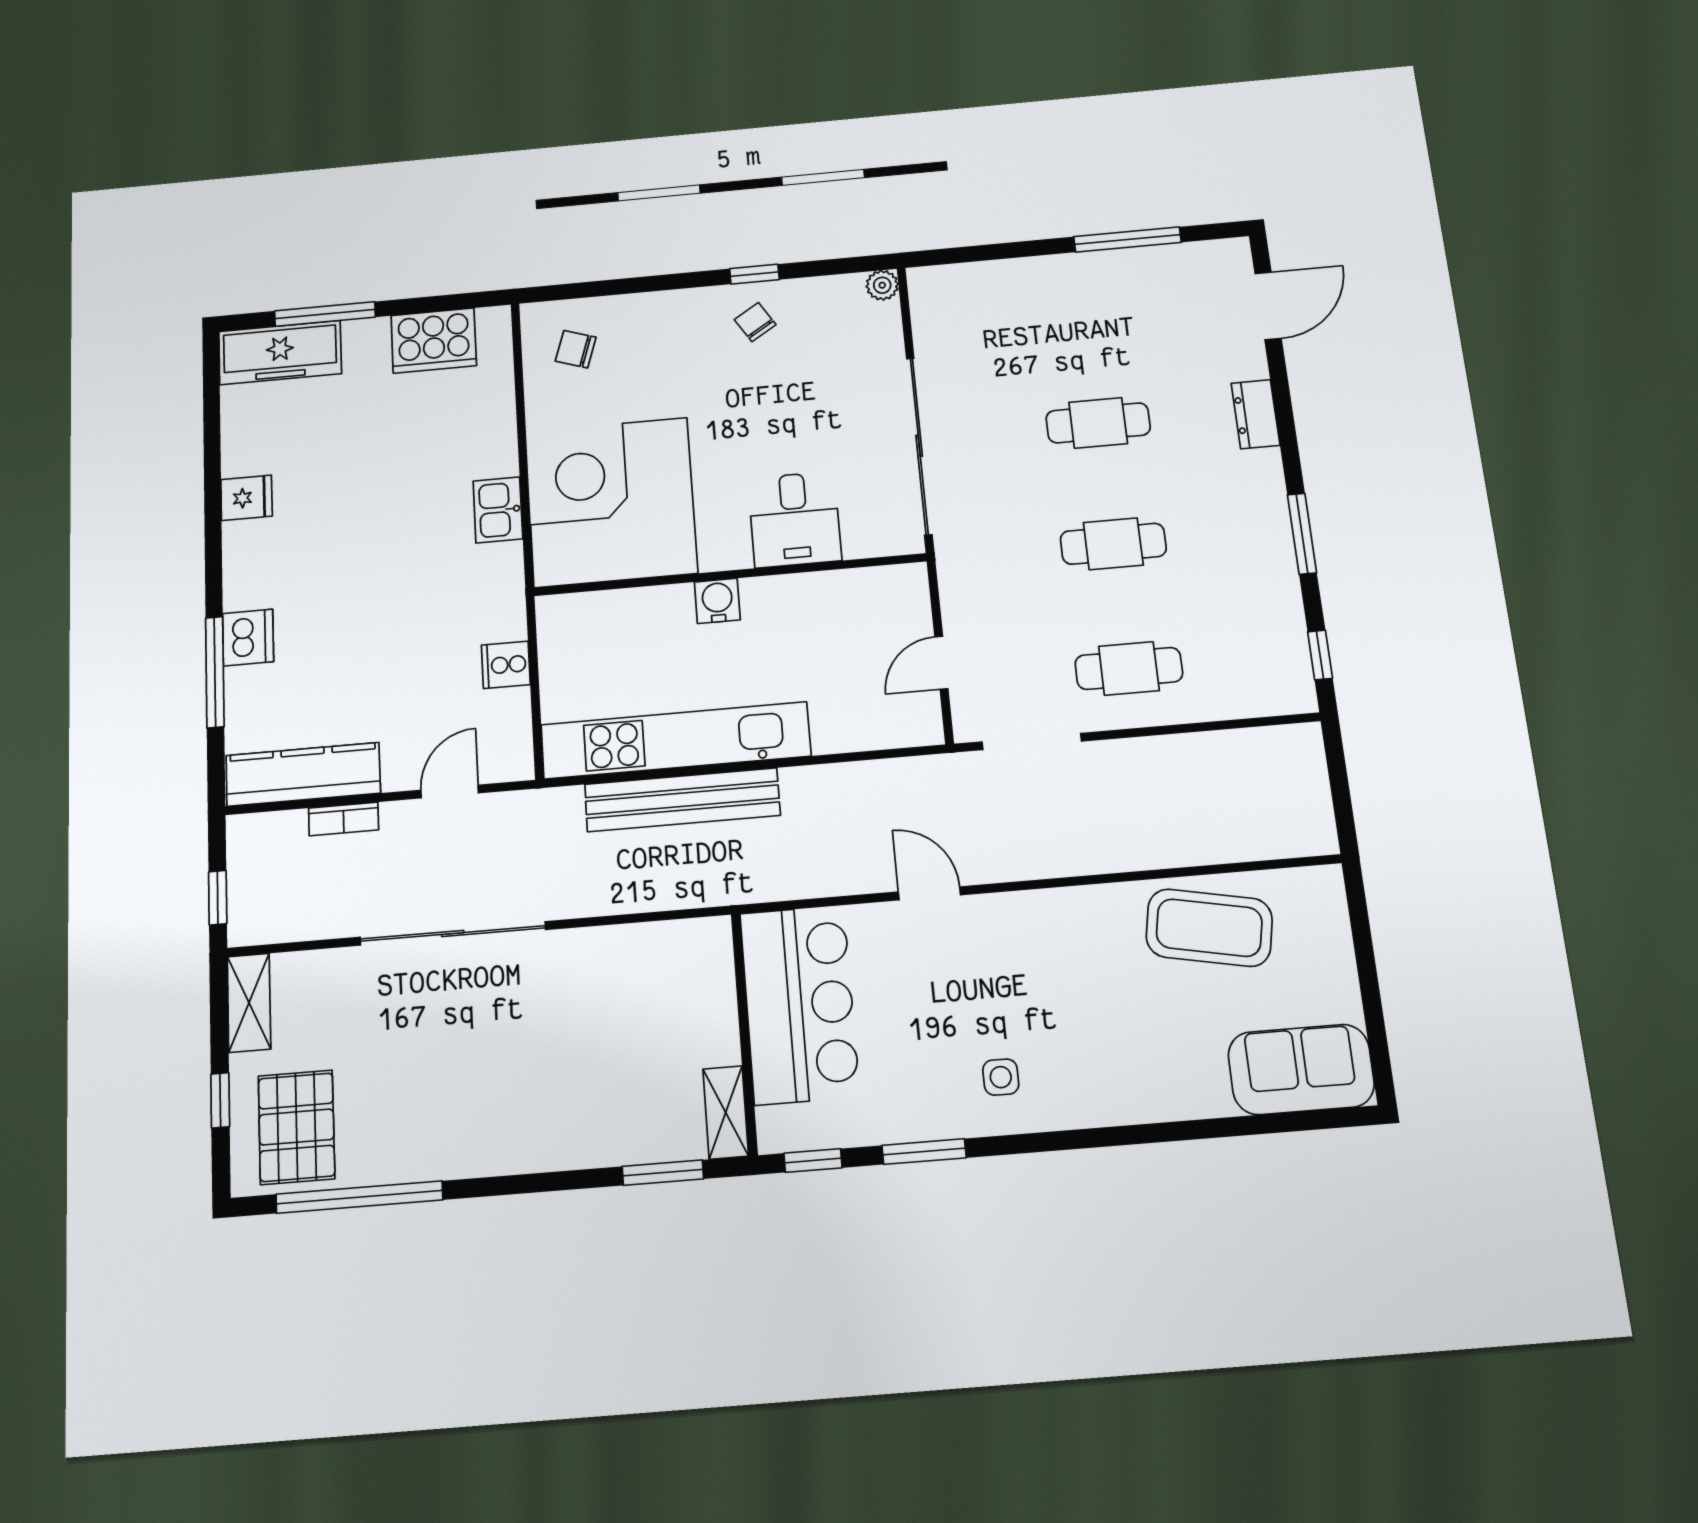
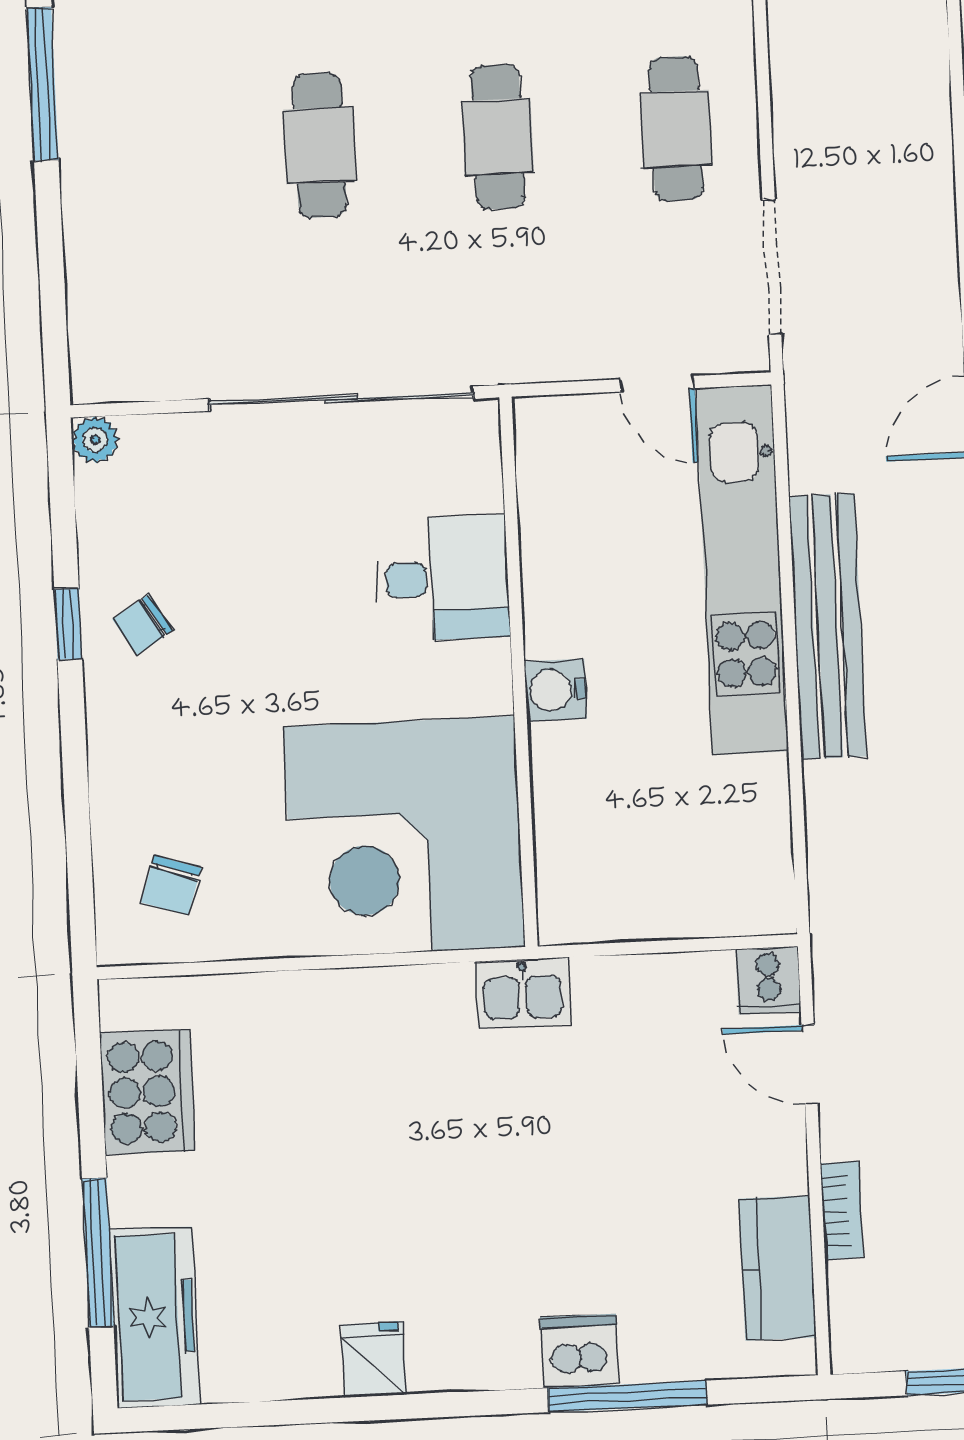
kitchen sink: (498, 510) -> (523, 993), moved
cooker: (506, 665) -> (768, 981), moved
kitchen unit: (676, 740) -> (742, 570), moved
kitchen counter: (303, 774) -> (777, 1268), width x0.67
bench: (682, 800) -> (828, 626), moved

